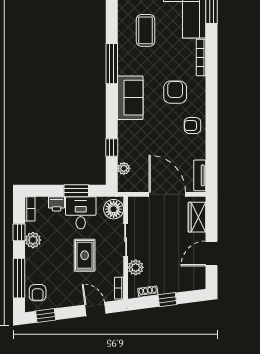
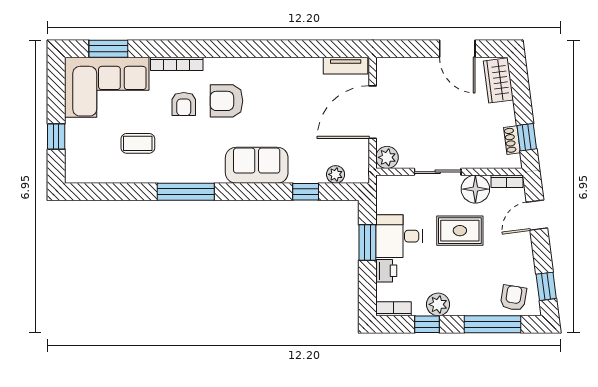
coffee table: (145, 30) -> (138, 143), width x0.73, depth x0.77
sofa: (130, 98) -> (257, 165), moved
armchair: (192, 126) -> (184, 104), moved
floor lamp: (114, 209) -> (475, 189), moved
wardrobe: (197, 217) -> (498, 80), moved, turned 83
plant: (136, 267) -> (387, 157), moved
armchair: (38, 293) -> (513, 298), turned -81
window: (167, 300) -> (527, 137), moved

